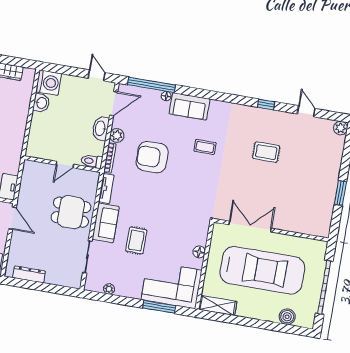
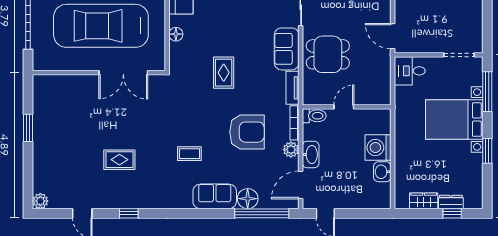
washing machine: (49, 83) -> (378, 148), moved
floor lamp: (166, 96) -> (248, 199), width x1.89, depth x1.89
rug: (136, 240) -> (224, 73), moved

